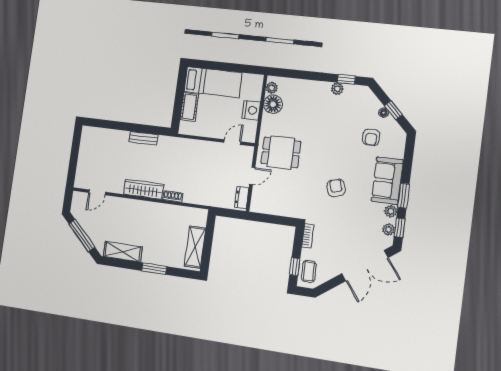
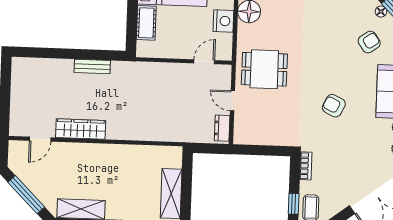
armchair: (371, 137) -> (369, 42), turned -125
door: (252, 176) -> (232, 101), swing flipped
armchair: (336, 188) -> (334, 106), turned -47
wardrobe: (143, 189) -> (81, 129), moved
shoe rack: (173, 196) -> (137, 135), removed

